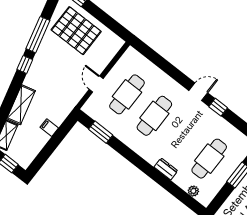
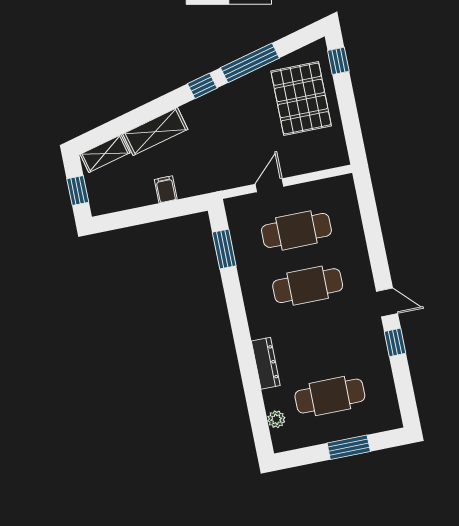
dresser: (166, 169) -> (266, 363), width x1.44

